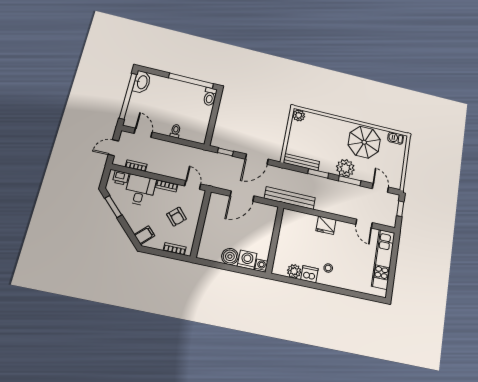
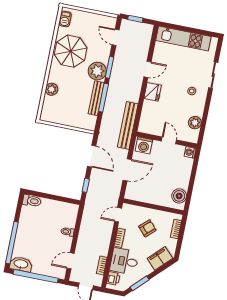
window: (191, 81) -> (12, 243), moved
plant: (299, 115) -> (52, 89), moved
bench: (301, 162) -> (96, 98), moved
window: (318, 173) -> (103, 98), width x1.44
door: (380, 188) -> (116, 37), hinge flipped
door: (242, 196) -> (127, 170), hinge flipped
door: (364, 224) -> (147, 69), moved
filing cabinet: (145, 235) -> (160, 258), width x2.00
door: (274, 242) -> (169, 140), added
boiler: (230, 256) -> (179, 196), moved
washing machine: (247, 260) -> (144, 145), moved, turned -90
dishwasher: (309, 274) -> (197, 109), removed
sliding door: (346, 292) -> (213, 75), added

